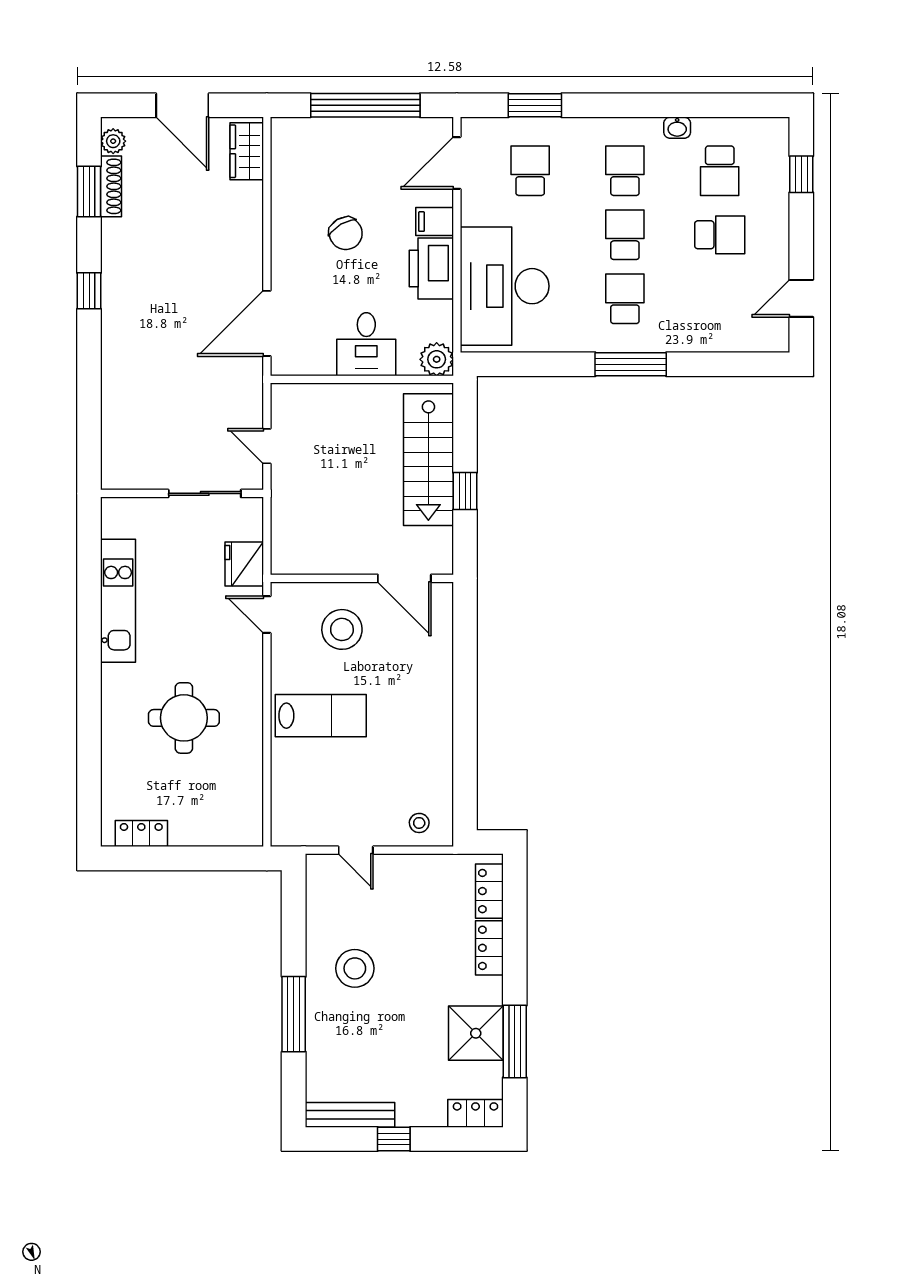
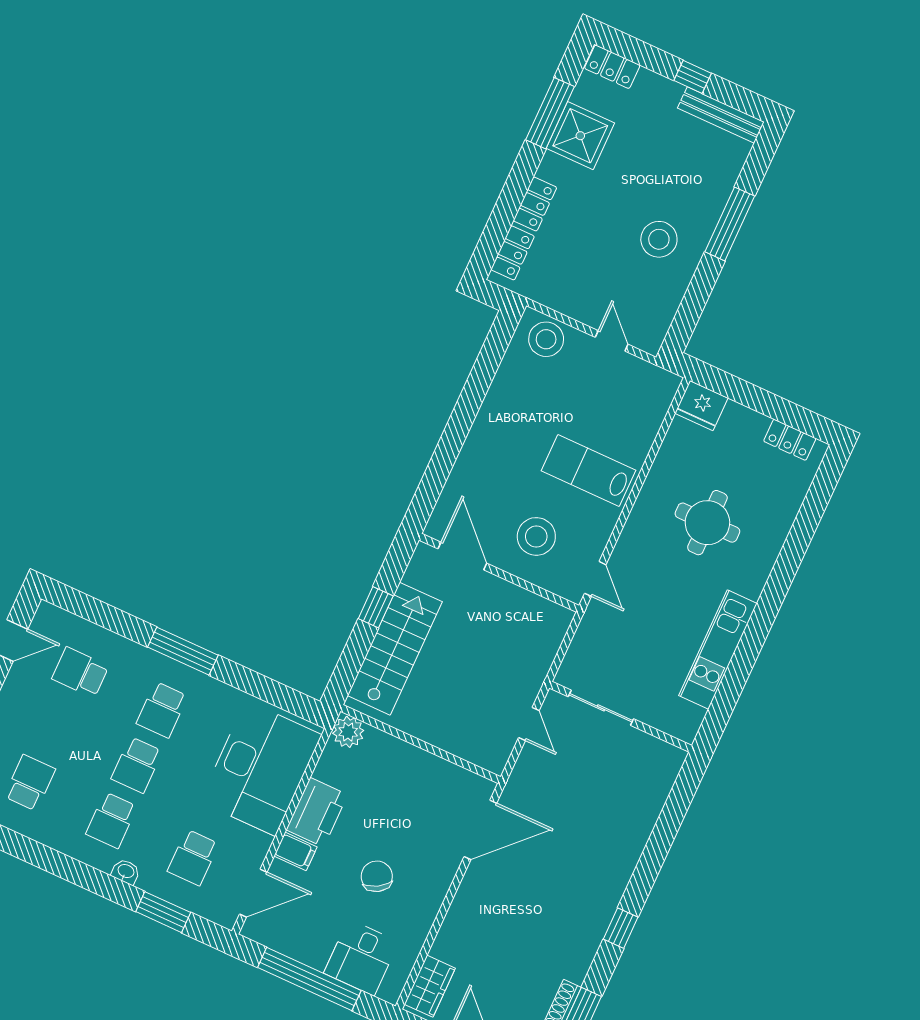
washbasin: (677, 128) -> (126, 872), moved
school desk: (720, 235) -> (80, 672), moved
desk: (366, 344) -> (361, 958), moved, turned 180
fridge: (244, 564) -> (701, 406), moved, turned 90
stool: (419, 823) -> (546, 339), width x1.89, depth x1.89

